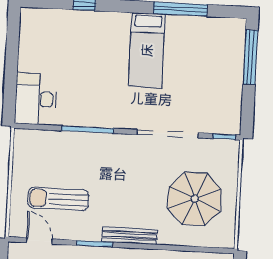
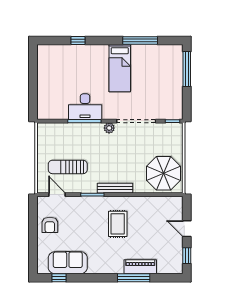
desk: (36, 99) -> (85, 107), moved, turned -90
plant: (125, 142) -> (109, 128), added
parasol: (195, 199) -> (163, 173), moved

